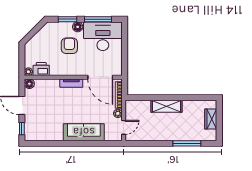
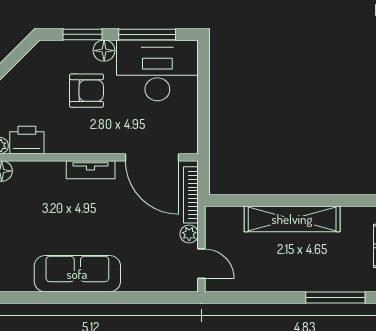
armchair: (69, 46) -> (86, 91), turned 90
shelving: (166, 106) -> (292, 219), width x1.47
door: (124, 127) -> (201, 264), hinge flipped
sofa: (84, 132) -> (77, 274), moved

